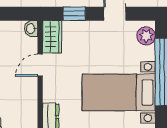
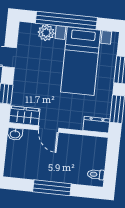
plant: (146, 36) -> (46, 33), moved

